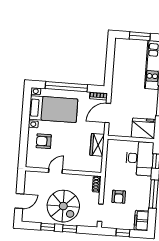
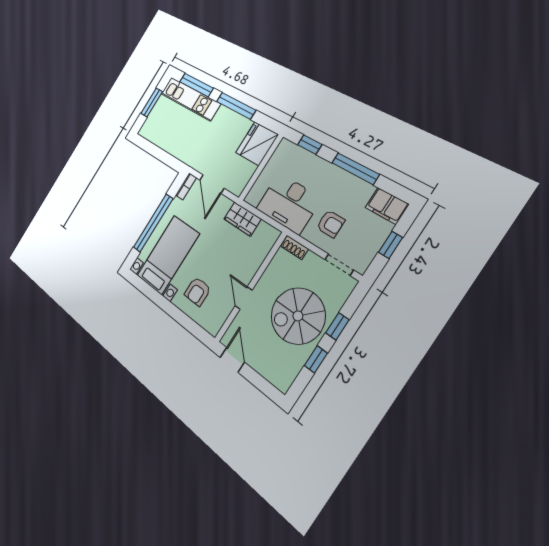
desk: (140, 158) -> (289, 203), moved, turned 180
door: (19, 201) -> (232, 360), moved
spiral stairs: (63, 206) -> (298, 316), turned 180

